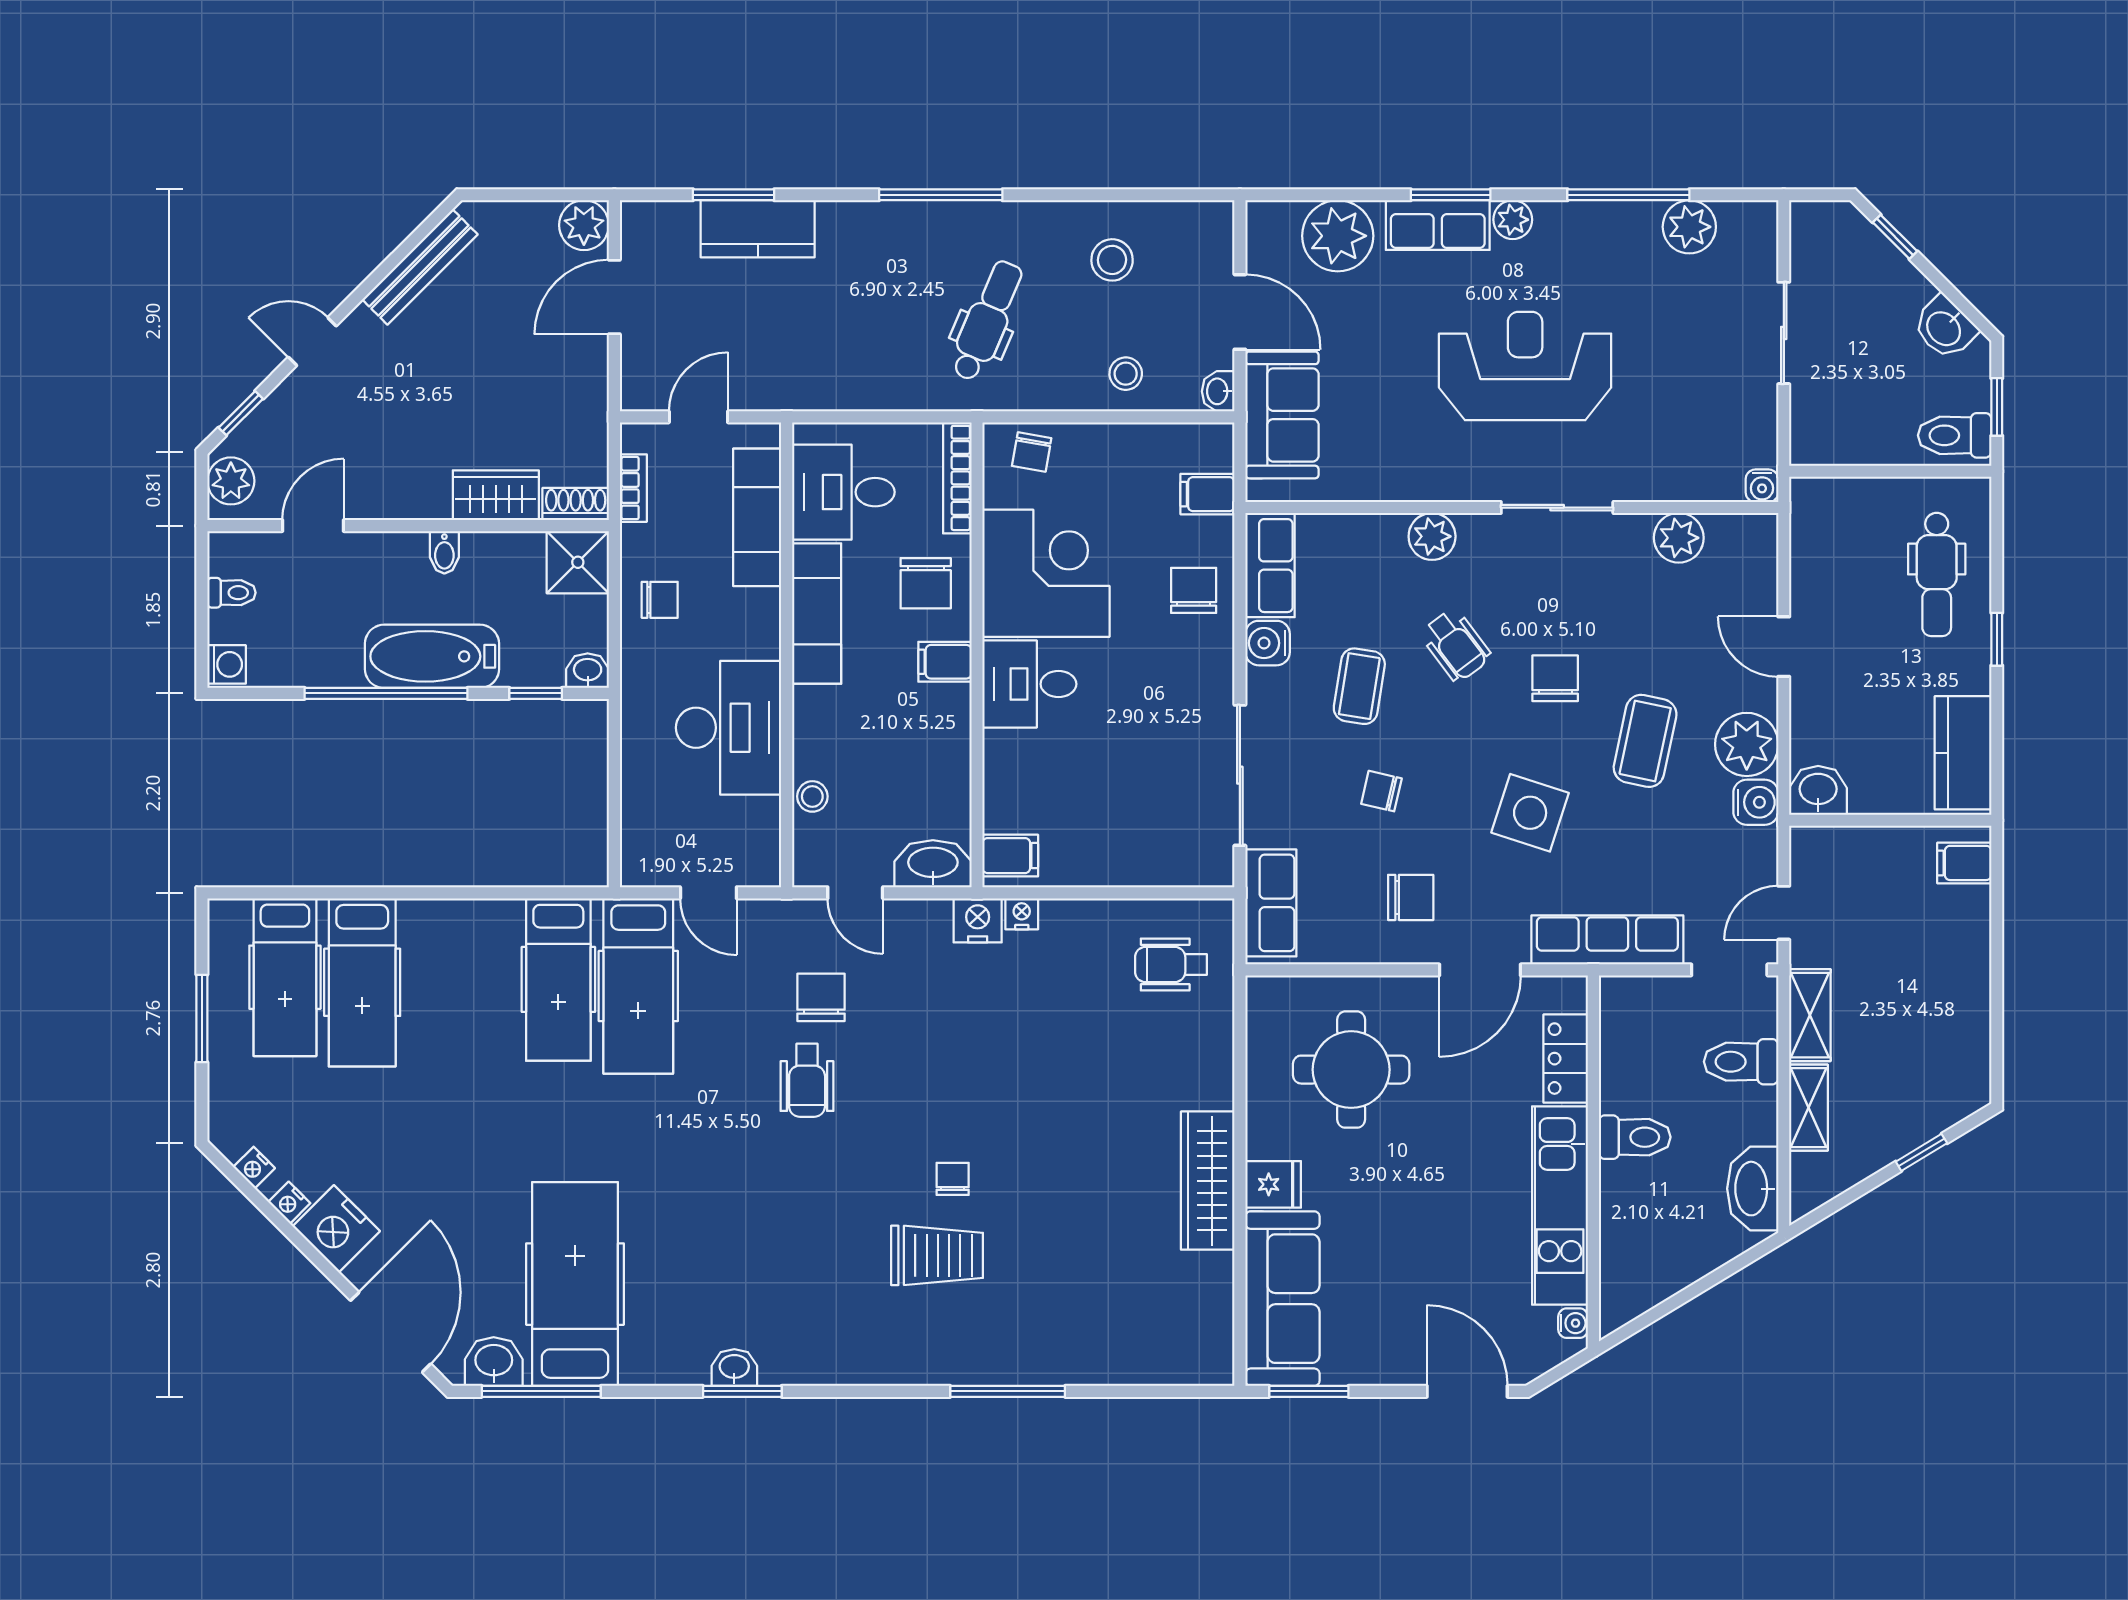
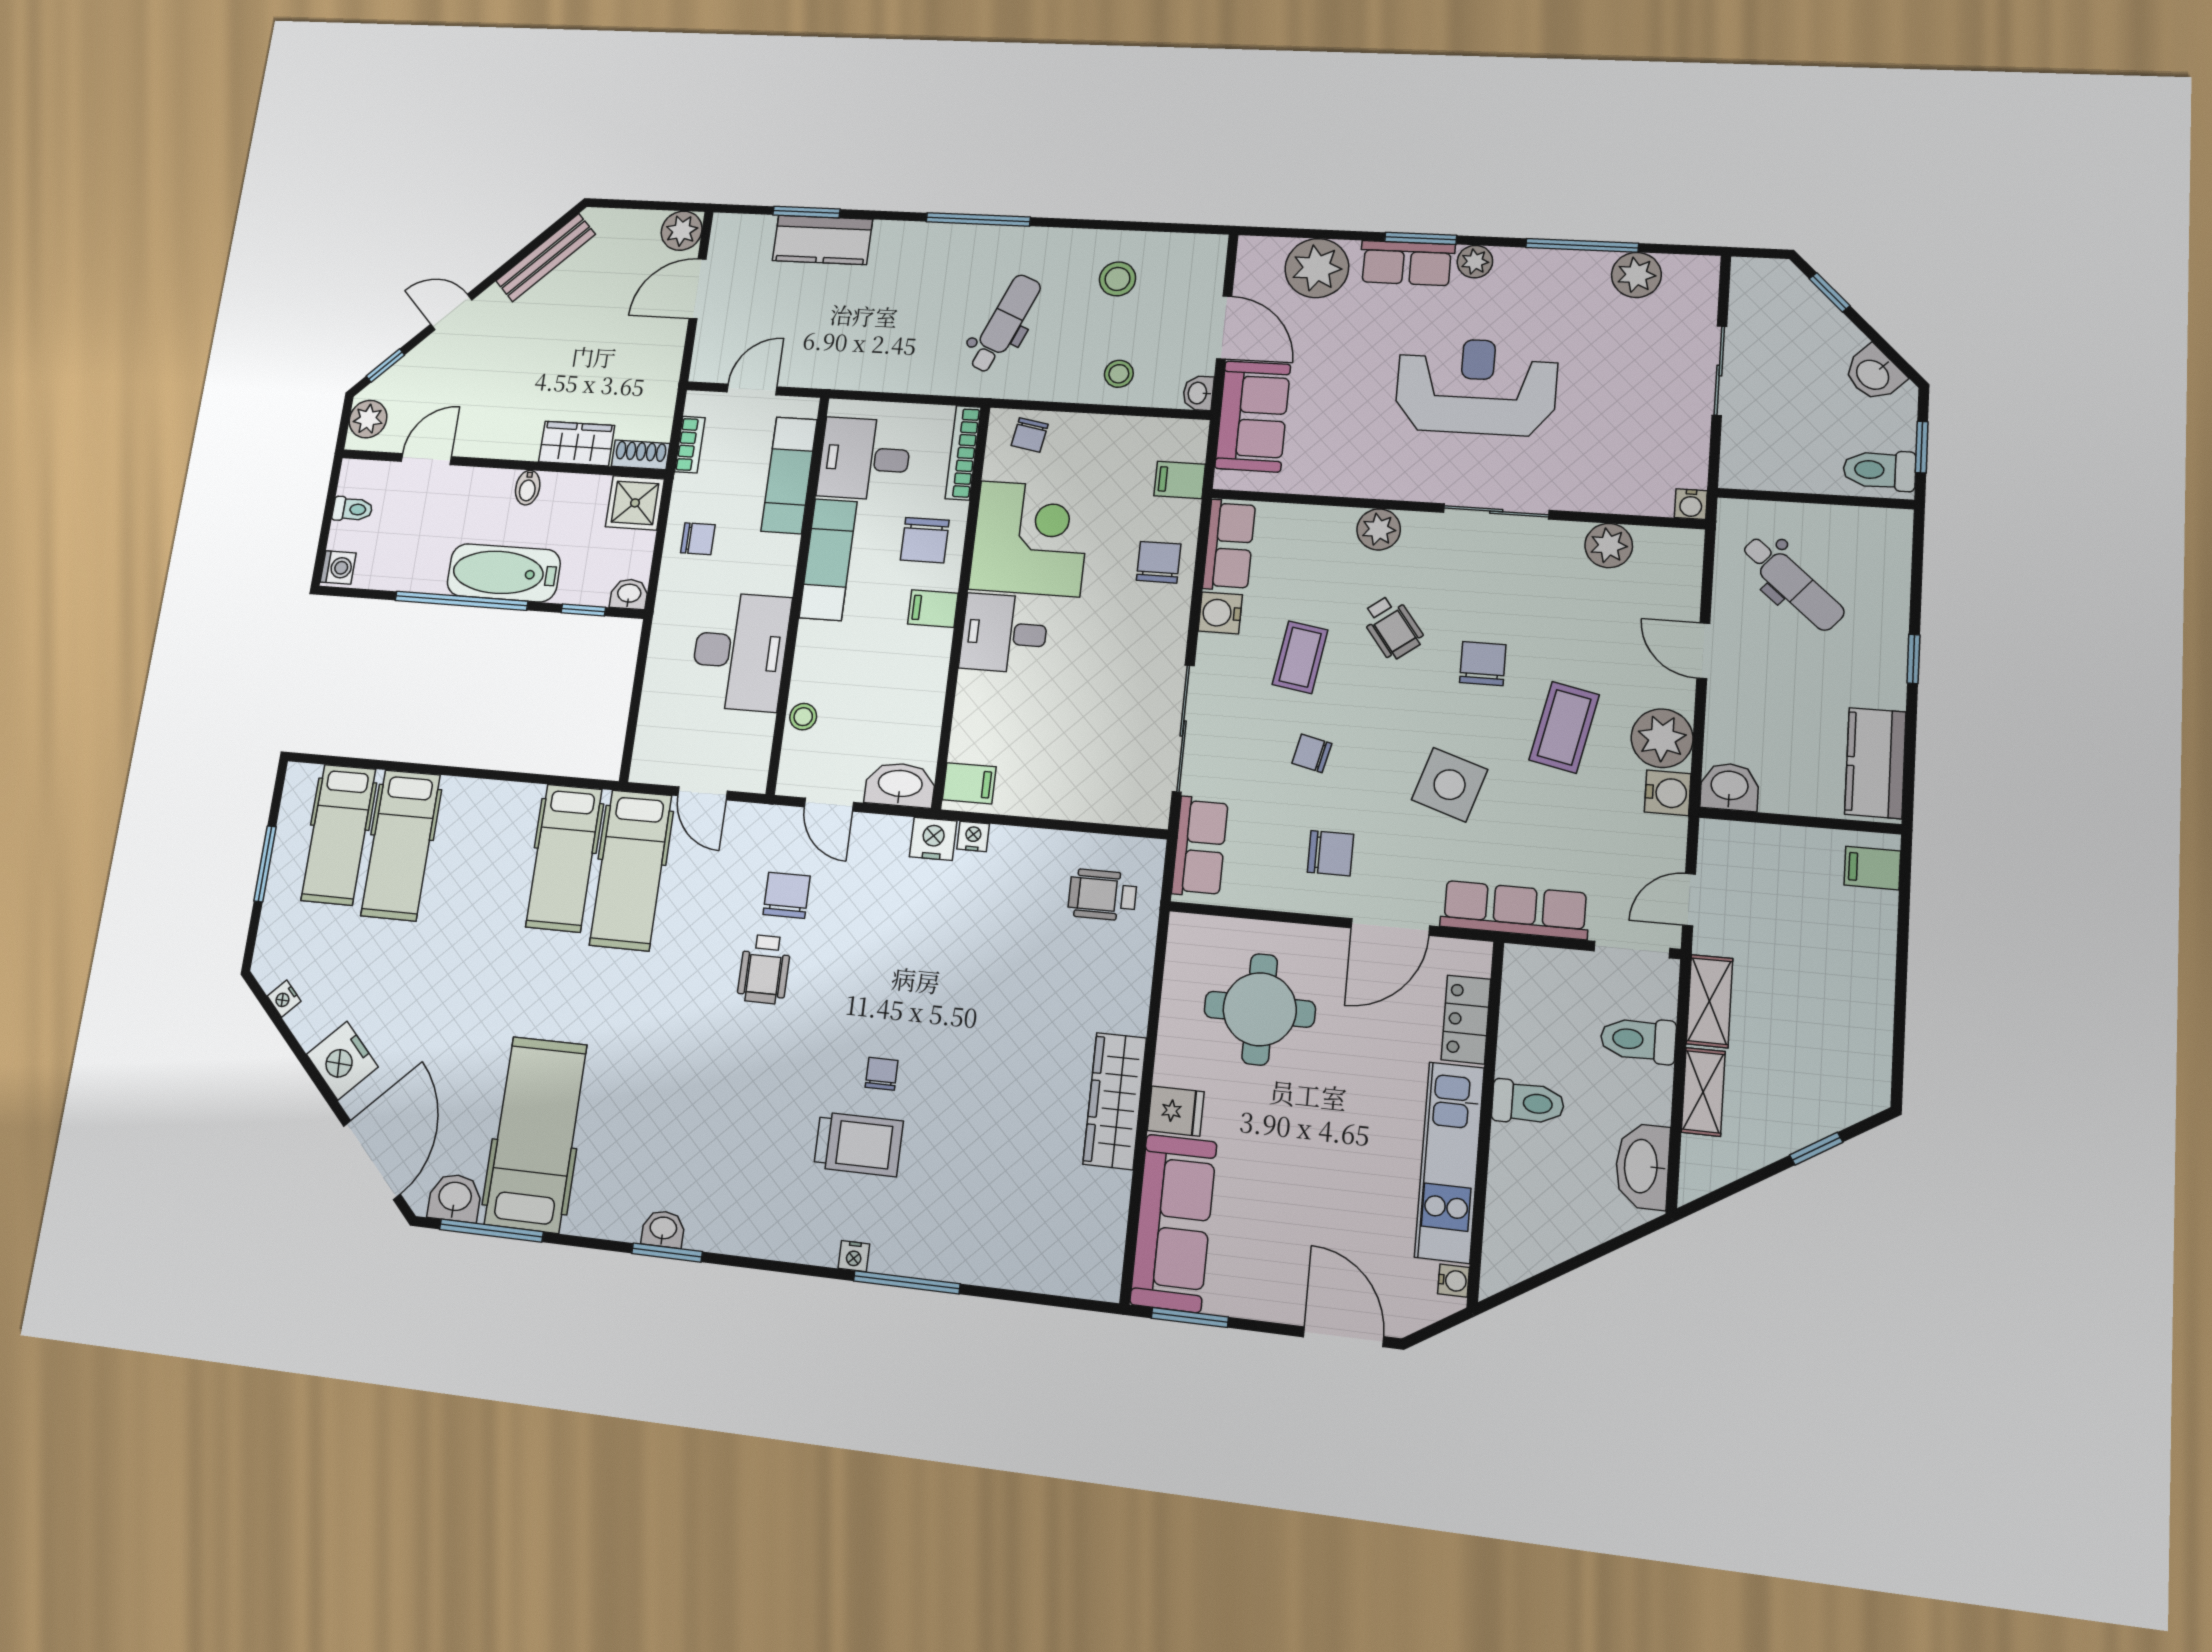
dental chair: (1937, 574) -> (1793, 583), moved, turned -49
nightstand: (289, 1203) -> (854, 1256), moved, turned -45

